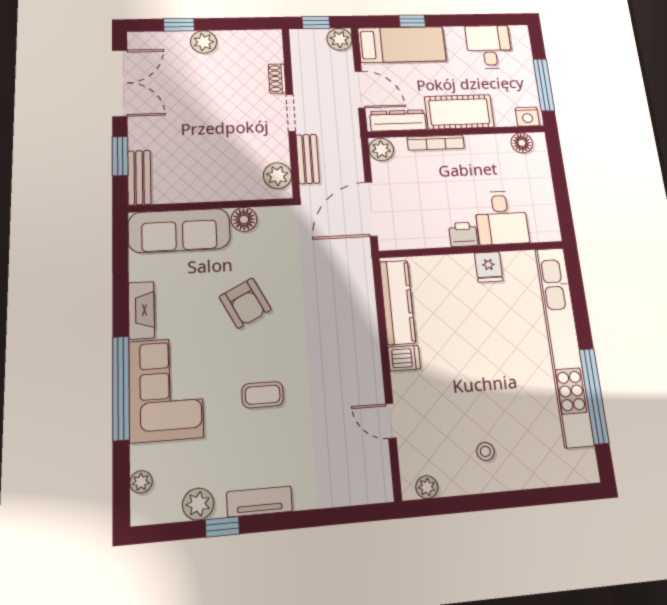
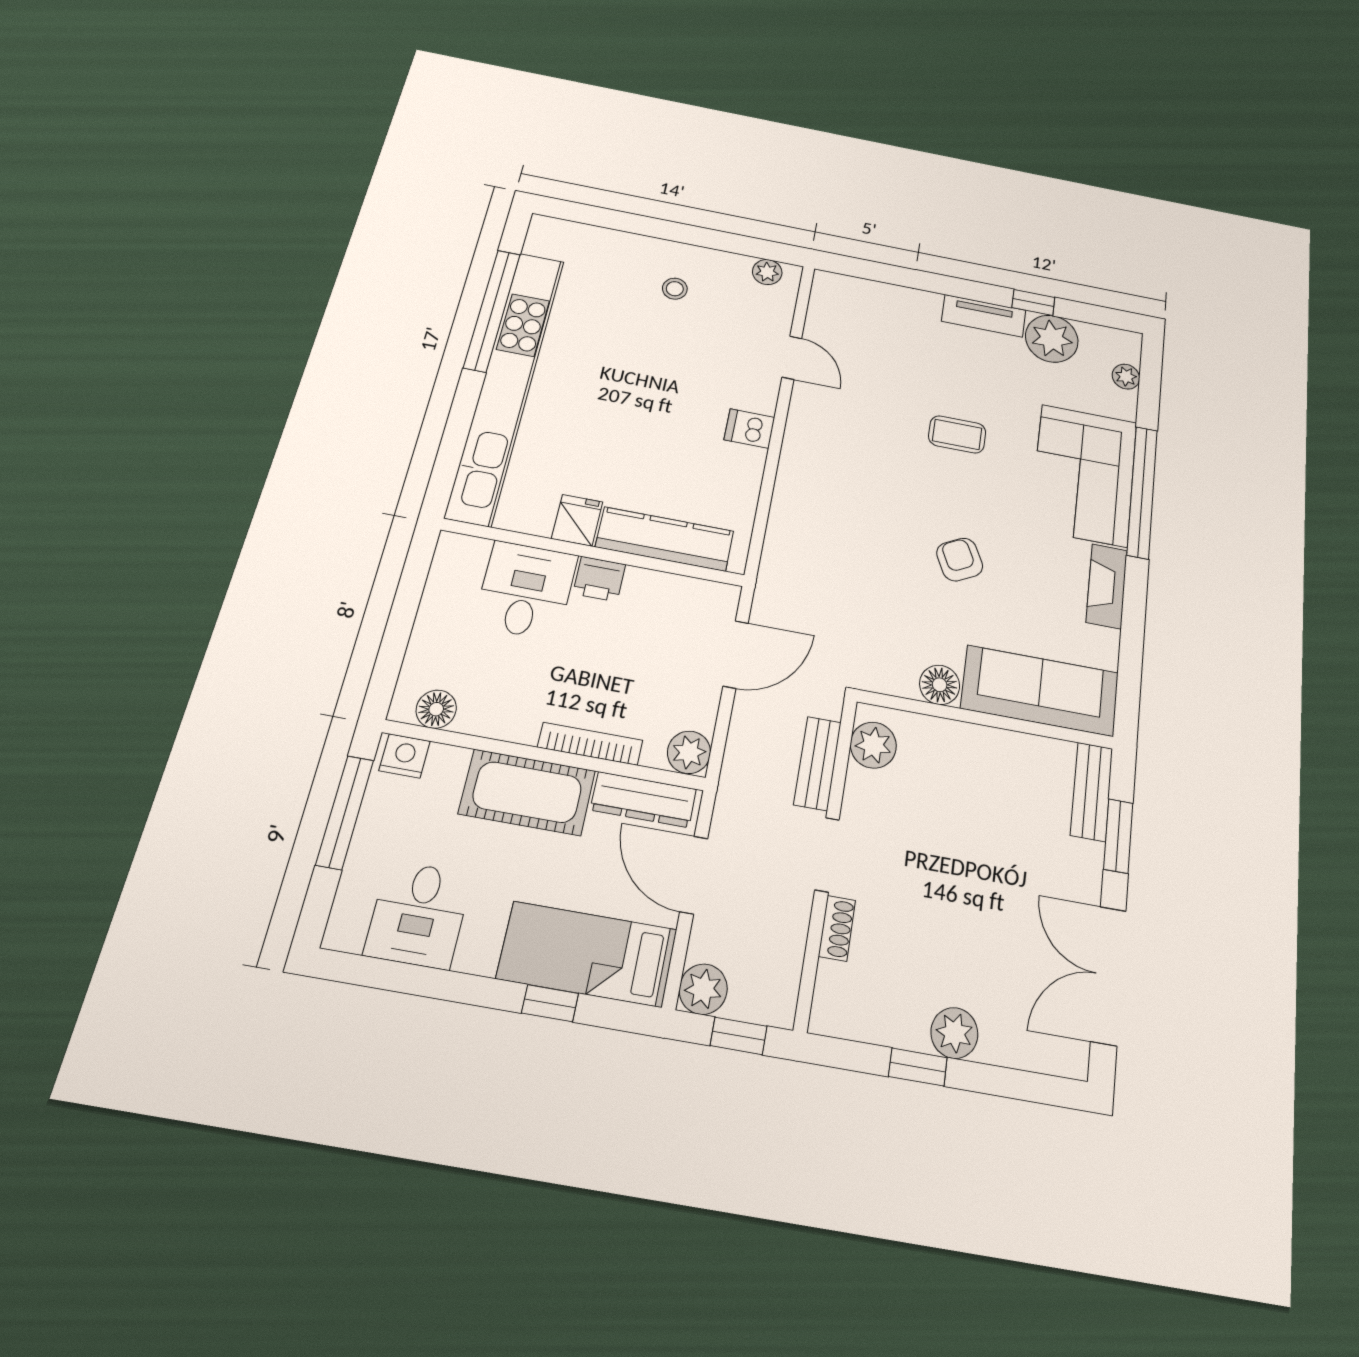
window: (179, 25) -> (918, 1067), moved
door: (371, 209) -> (736, 654), width x0.73
kitchen counter: (397, 302) -> (665, 539), moved, turned 90
armchair: (245, 303) -> (960, 560), width x0.72, depth x0.72
plant: (198, 504) -> (1052, 339), width x1.36, depth x1.36

